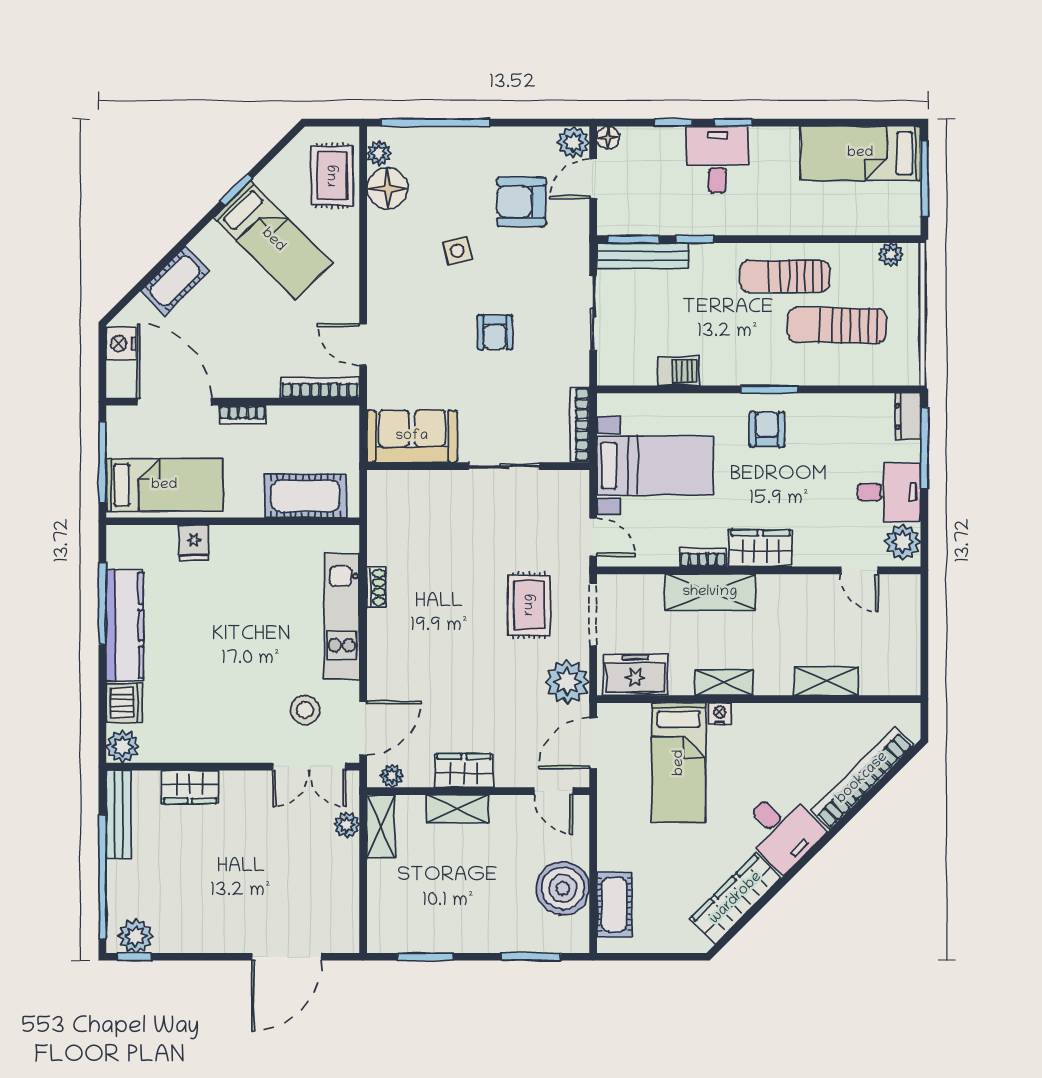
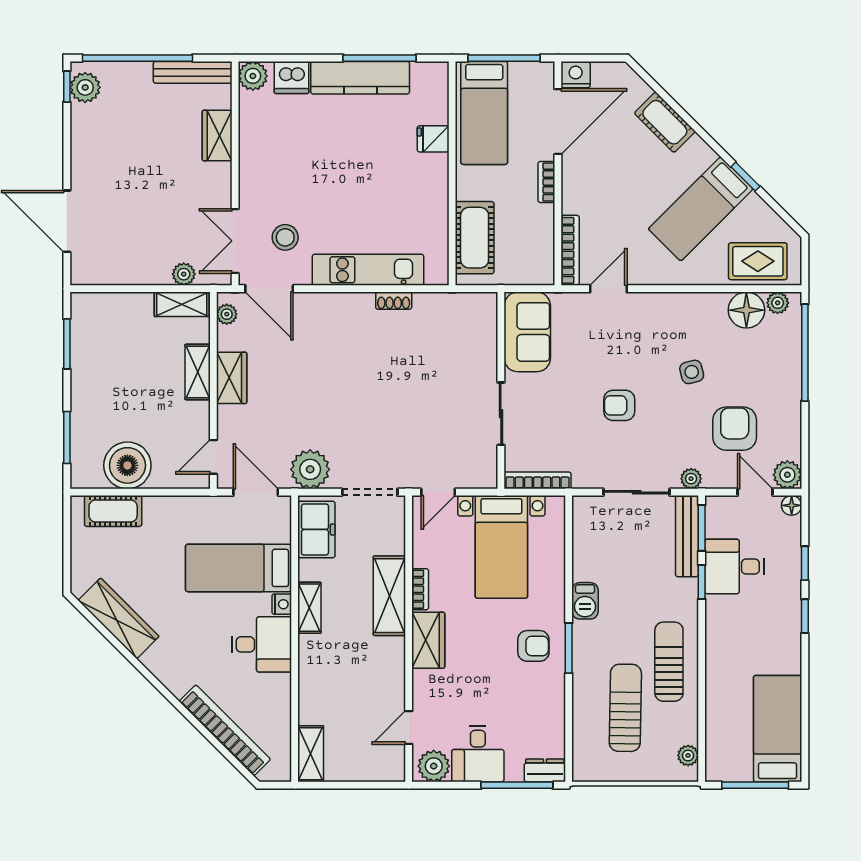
desk: (717, 160) -> (734, 567), moved, turned 180
plant: (578, 251) -> (691, 479), added
nightstand: (121, 344) -> (576, 75), moved
barbecue: (678, 371) -> (585, 601), moved
rug: (529, 605) -> (378, 435), removed
shelving: (826, 681) -> (311, 754), moved
desk: (782, 830) -> (262, 644), moved, turned -135

